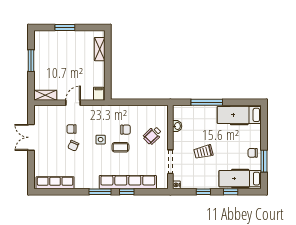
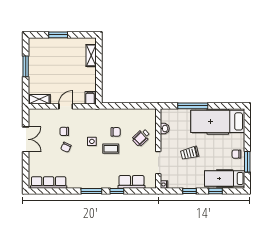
hospital bed: (239, 115) -> (218, 121), width x1.37, depth x1.29
double door: (31, 137) -> (26, 139), swing flipped
row of seats: (128, 182) -> (131, 182), width x0.50

